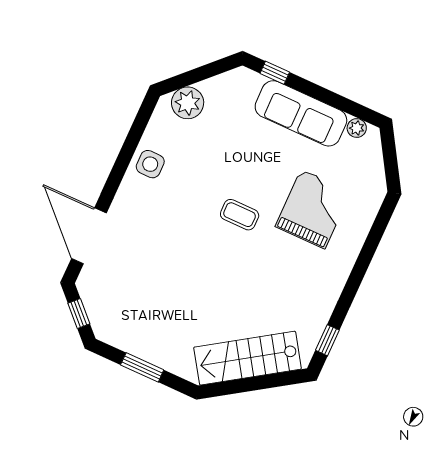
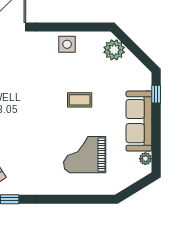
grand piano: (313, 209) -> (85, 155), turned 180
coffee table: (240, 215) -> (80, 100), moved, turned 90

